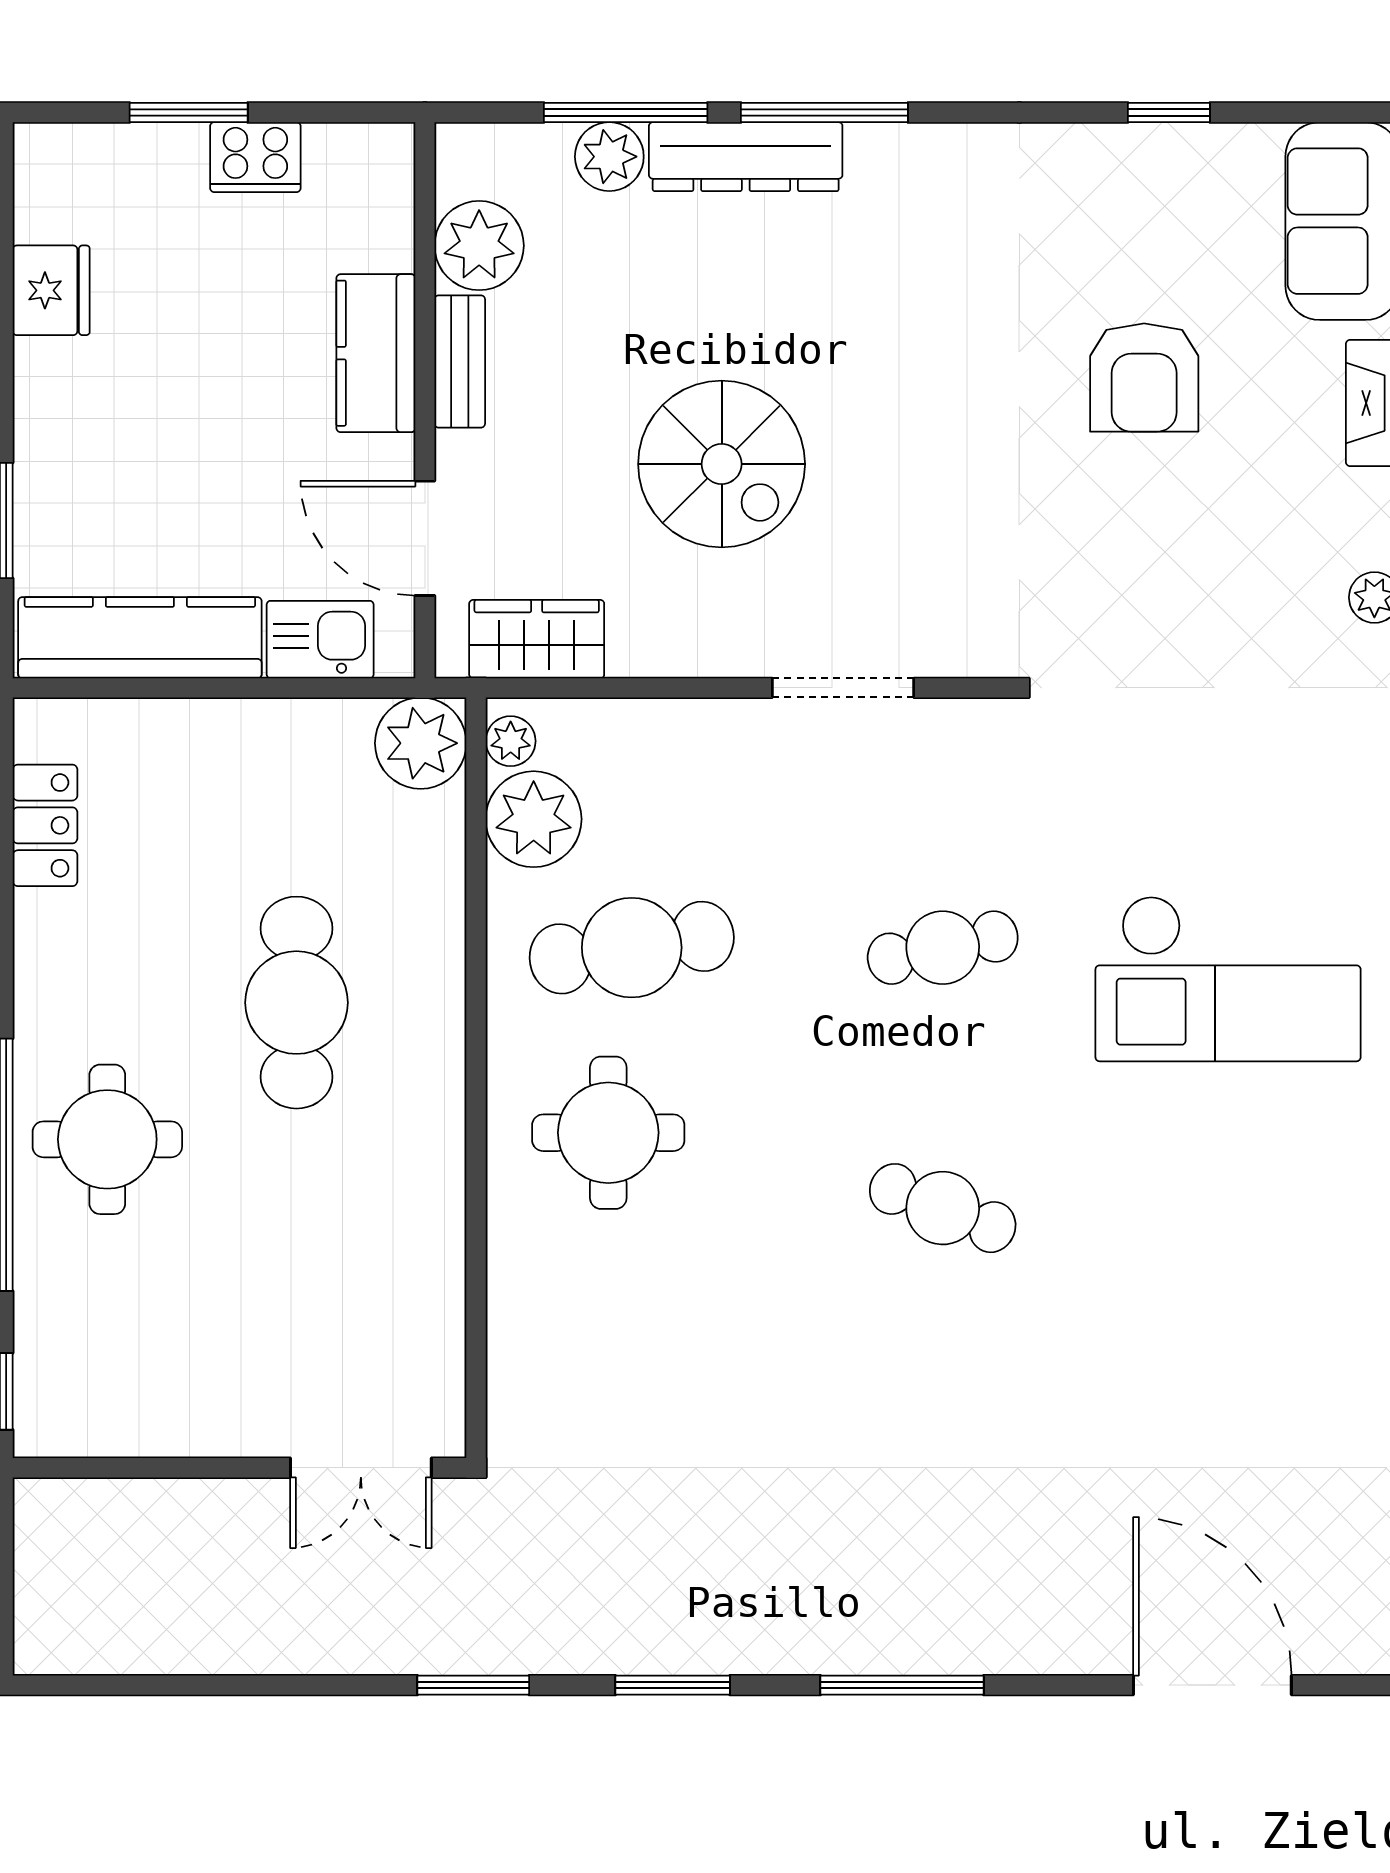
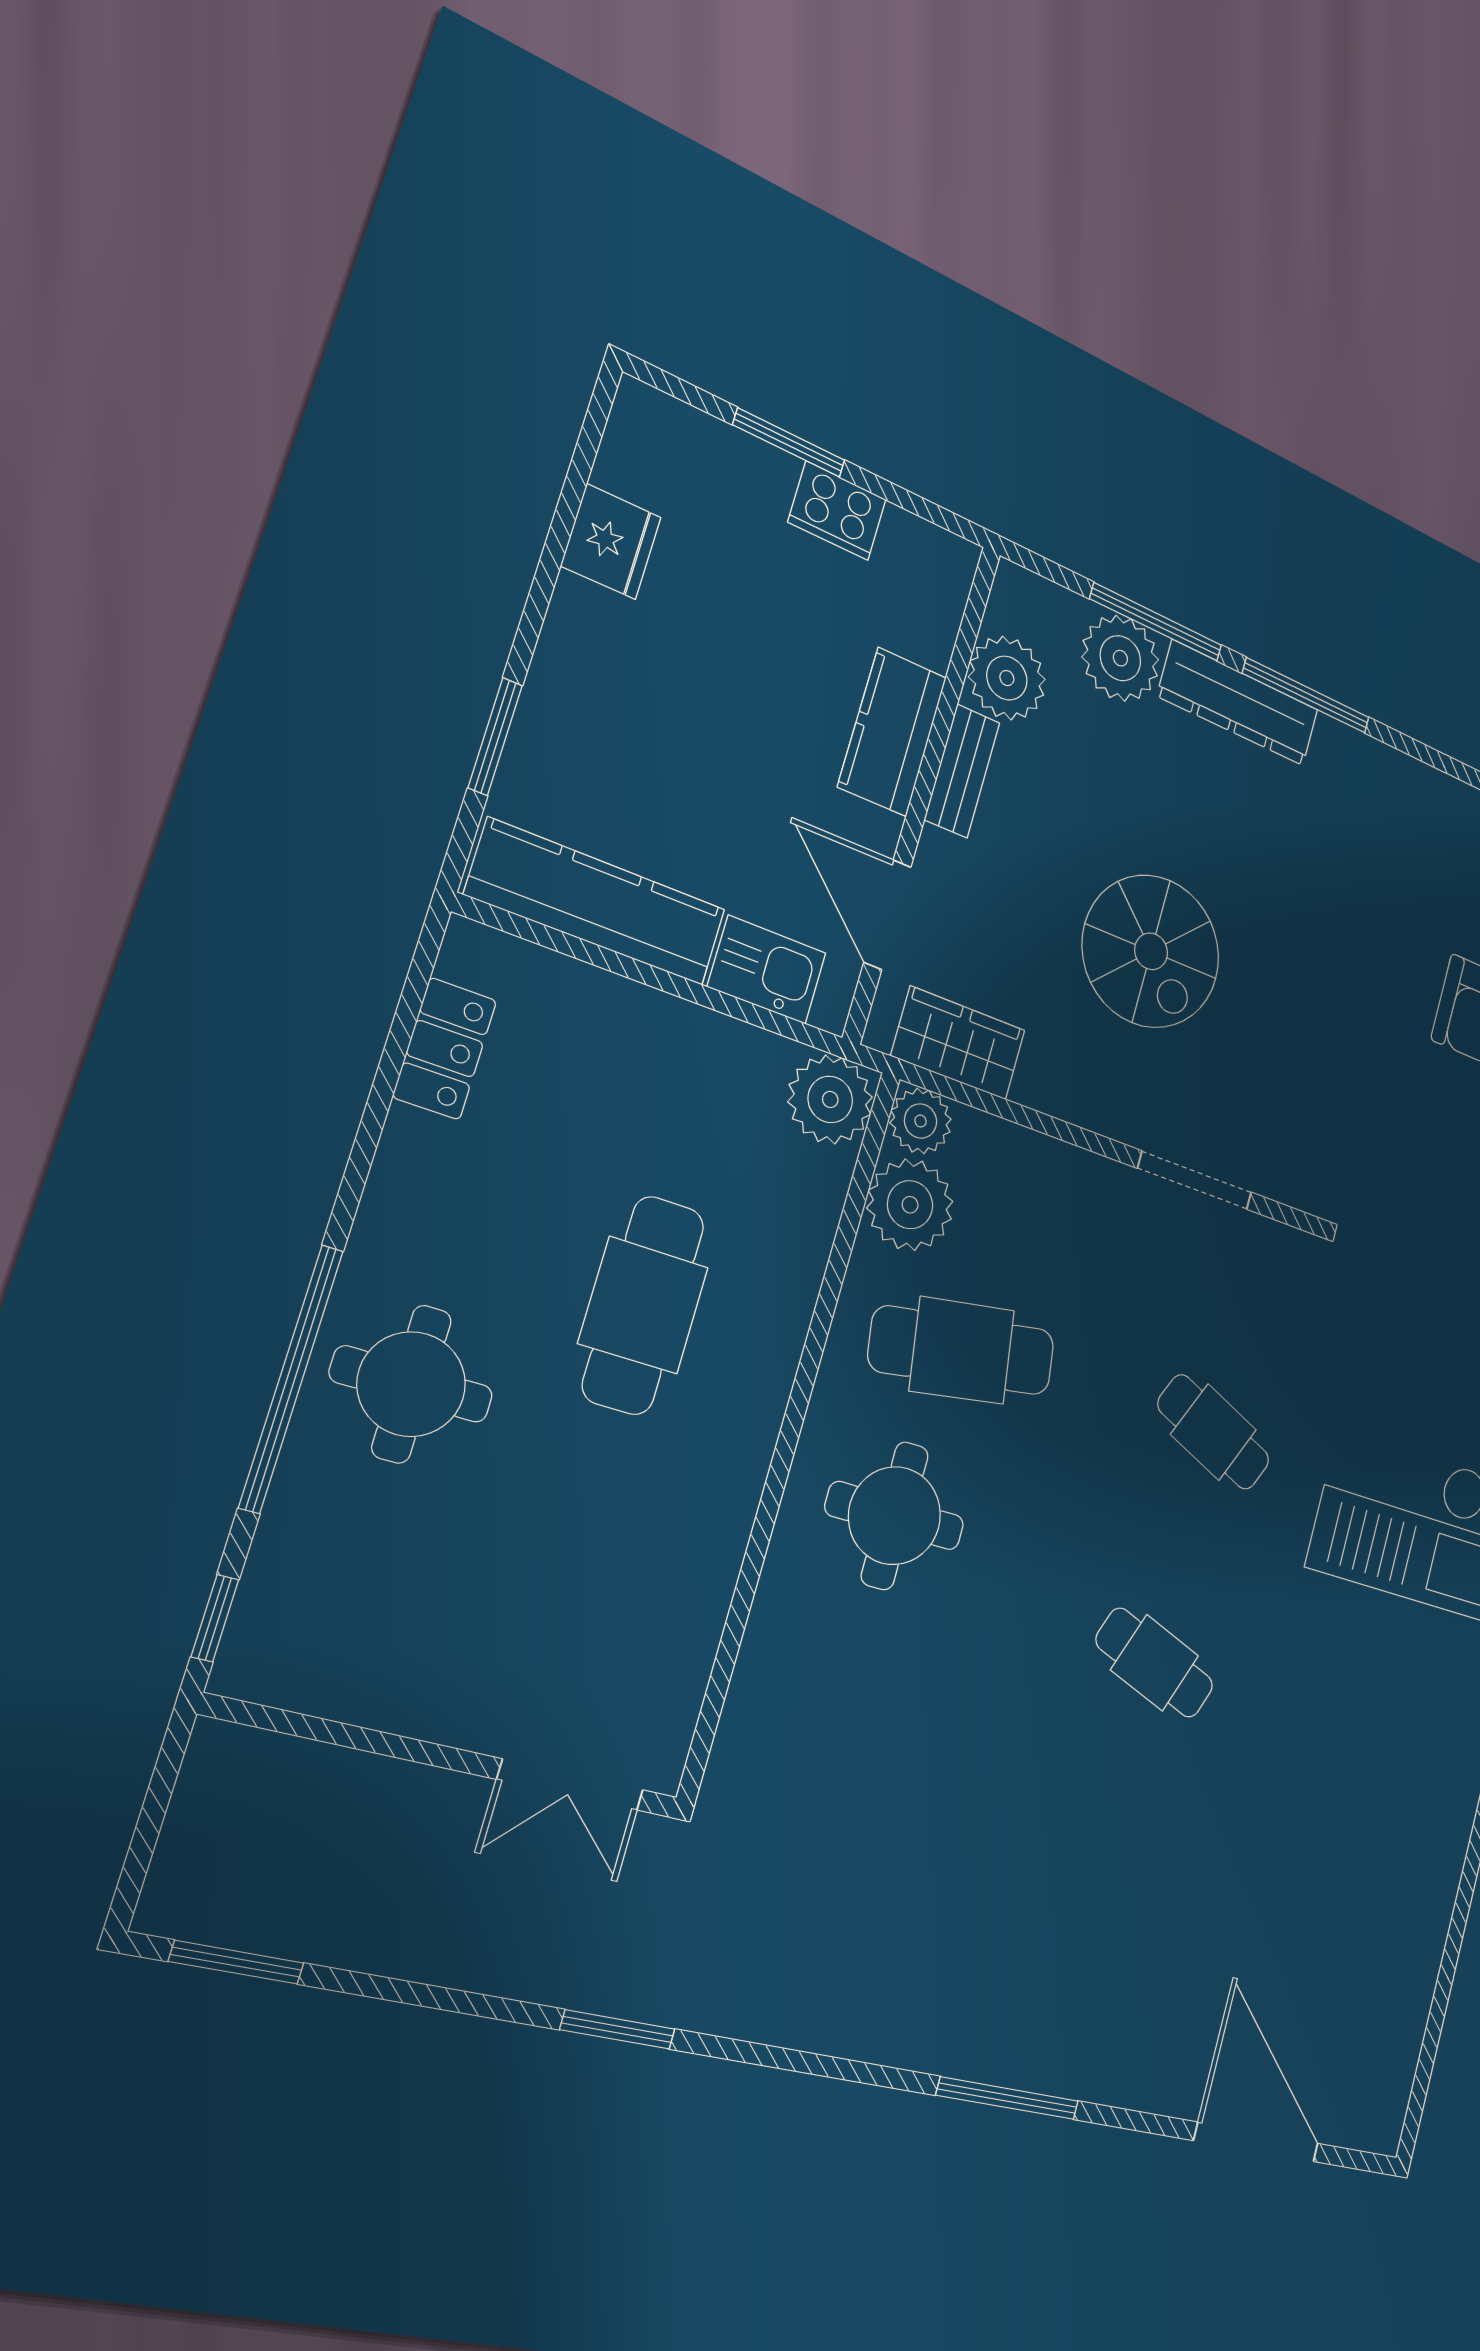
plant: (609, 157) -> (1120, 658), width x1.36, depth x1.36
plant: (511, 741) -> (921, 1121), width x1.38, depth x1.38
cafe table: (943, 948) -> (1214, 1432), turned 36
window: (673, 1685) -> (237, 1962), moved

